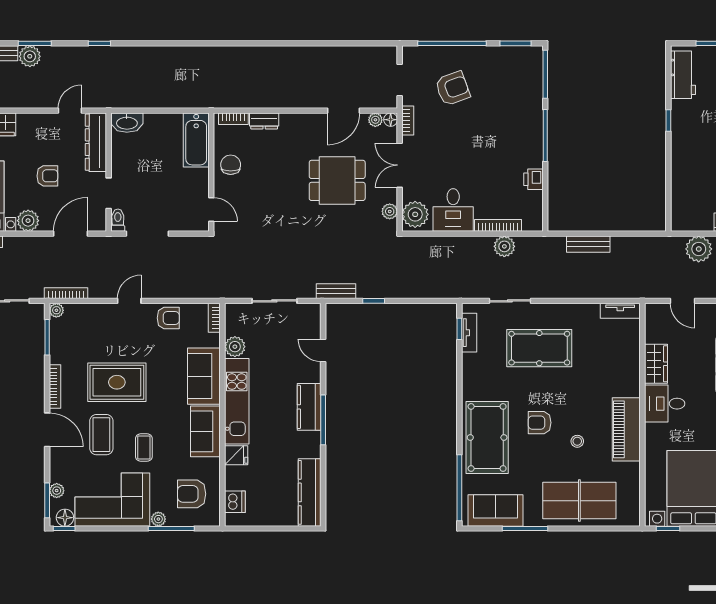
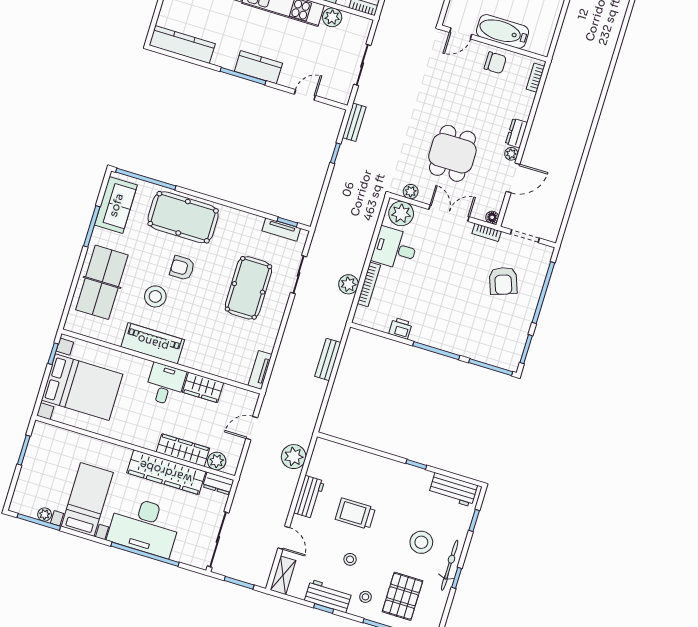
door: (343, 111) -> (513, 178), swing flipped
plant: (375, 120) -> (511, 154), moved
dresser: (264, 121) -> (516, 133), moved
bathtub: (196, 140) -> (503, 31), moved
armchair: (540, 423) -> (182, 268), turned -90
stool: (577, 441) -> (155, 296), width x1.89, depth x1.89

